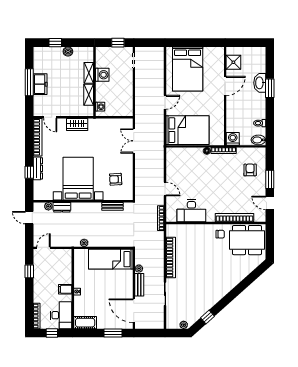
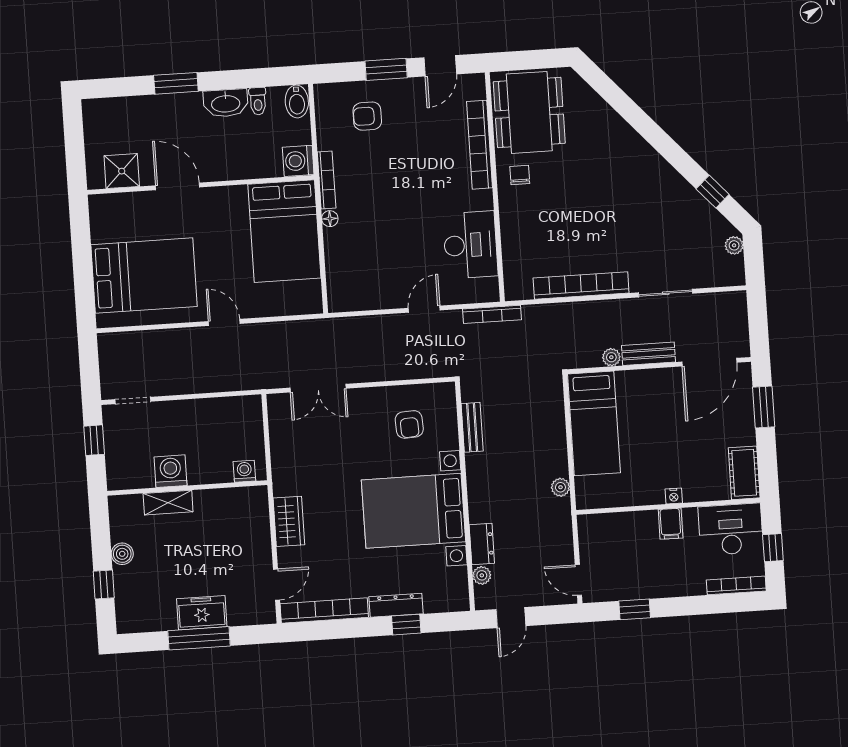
washbasin: (260, 83) -> (226, 103), moved
shelving: (89, 95) -> (219, 499), removed
bed: (187, 130) -> (284, 231), moved, turned 180

